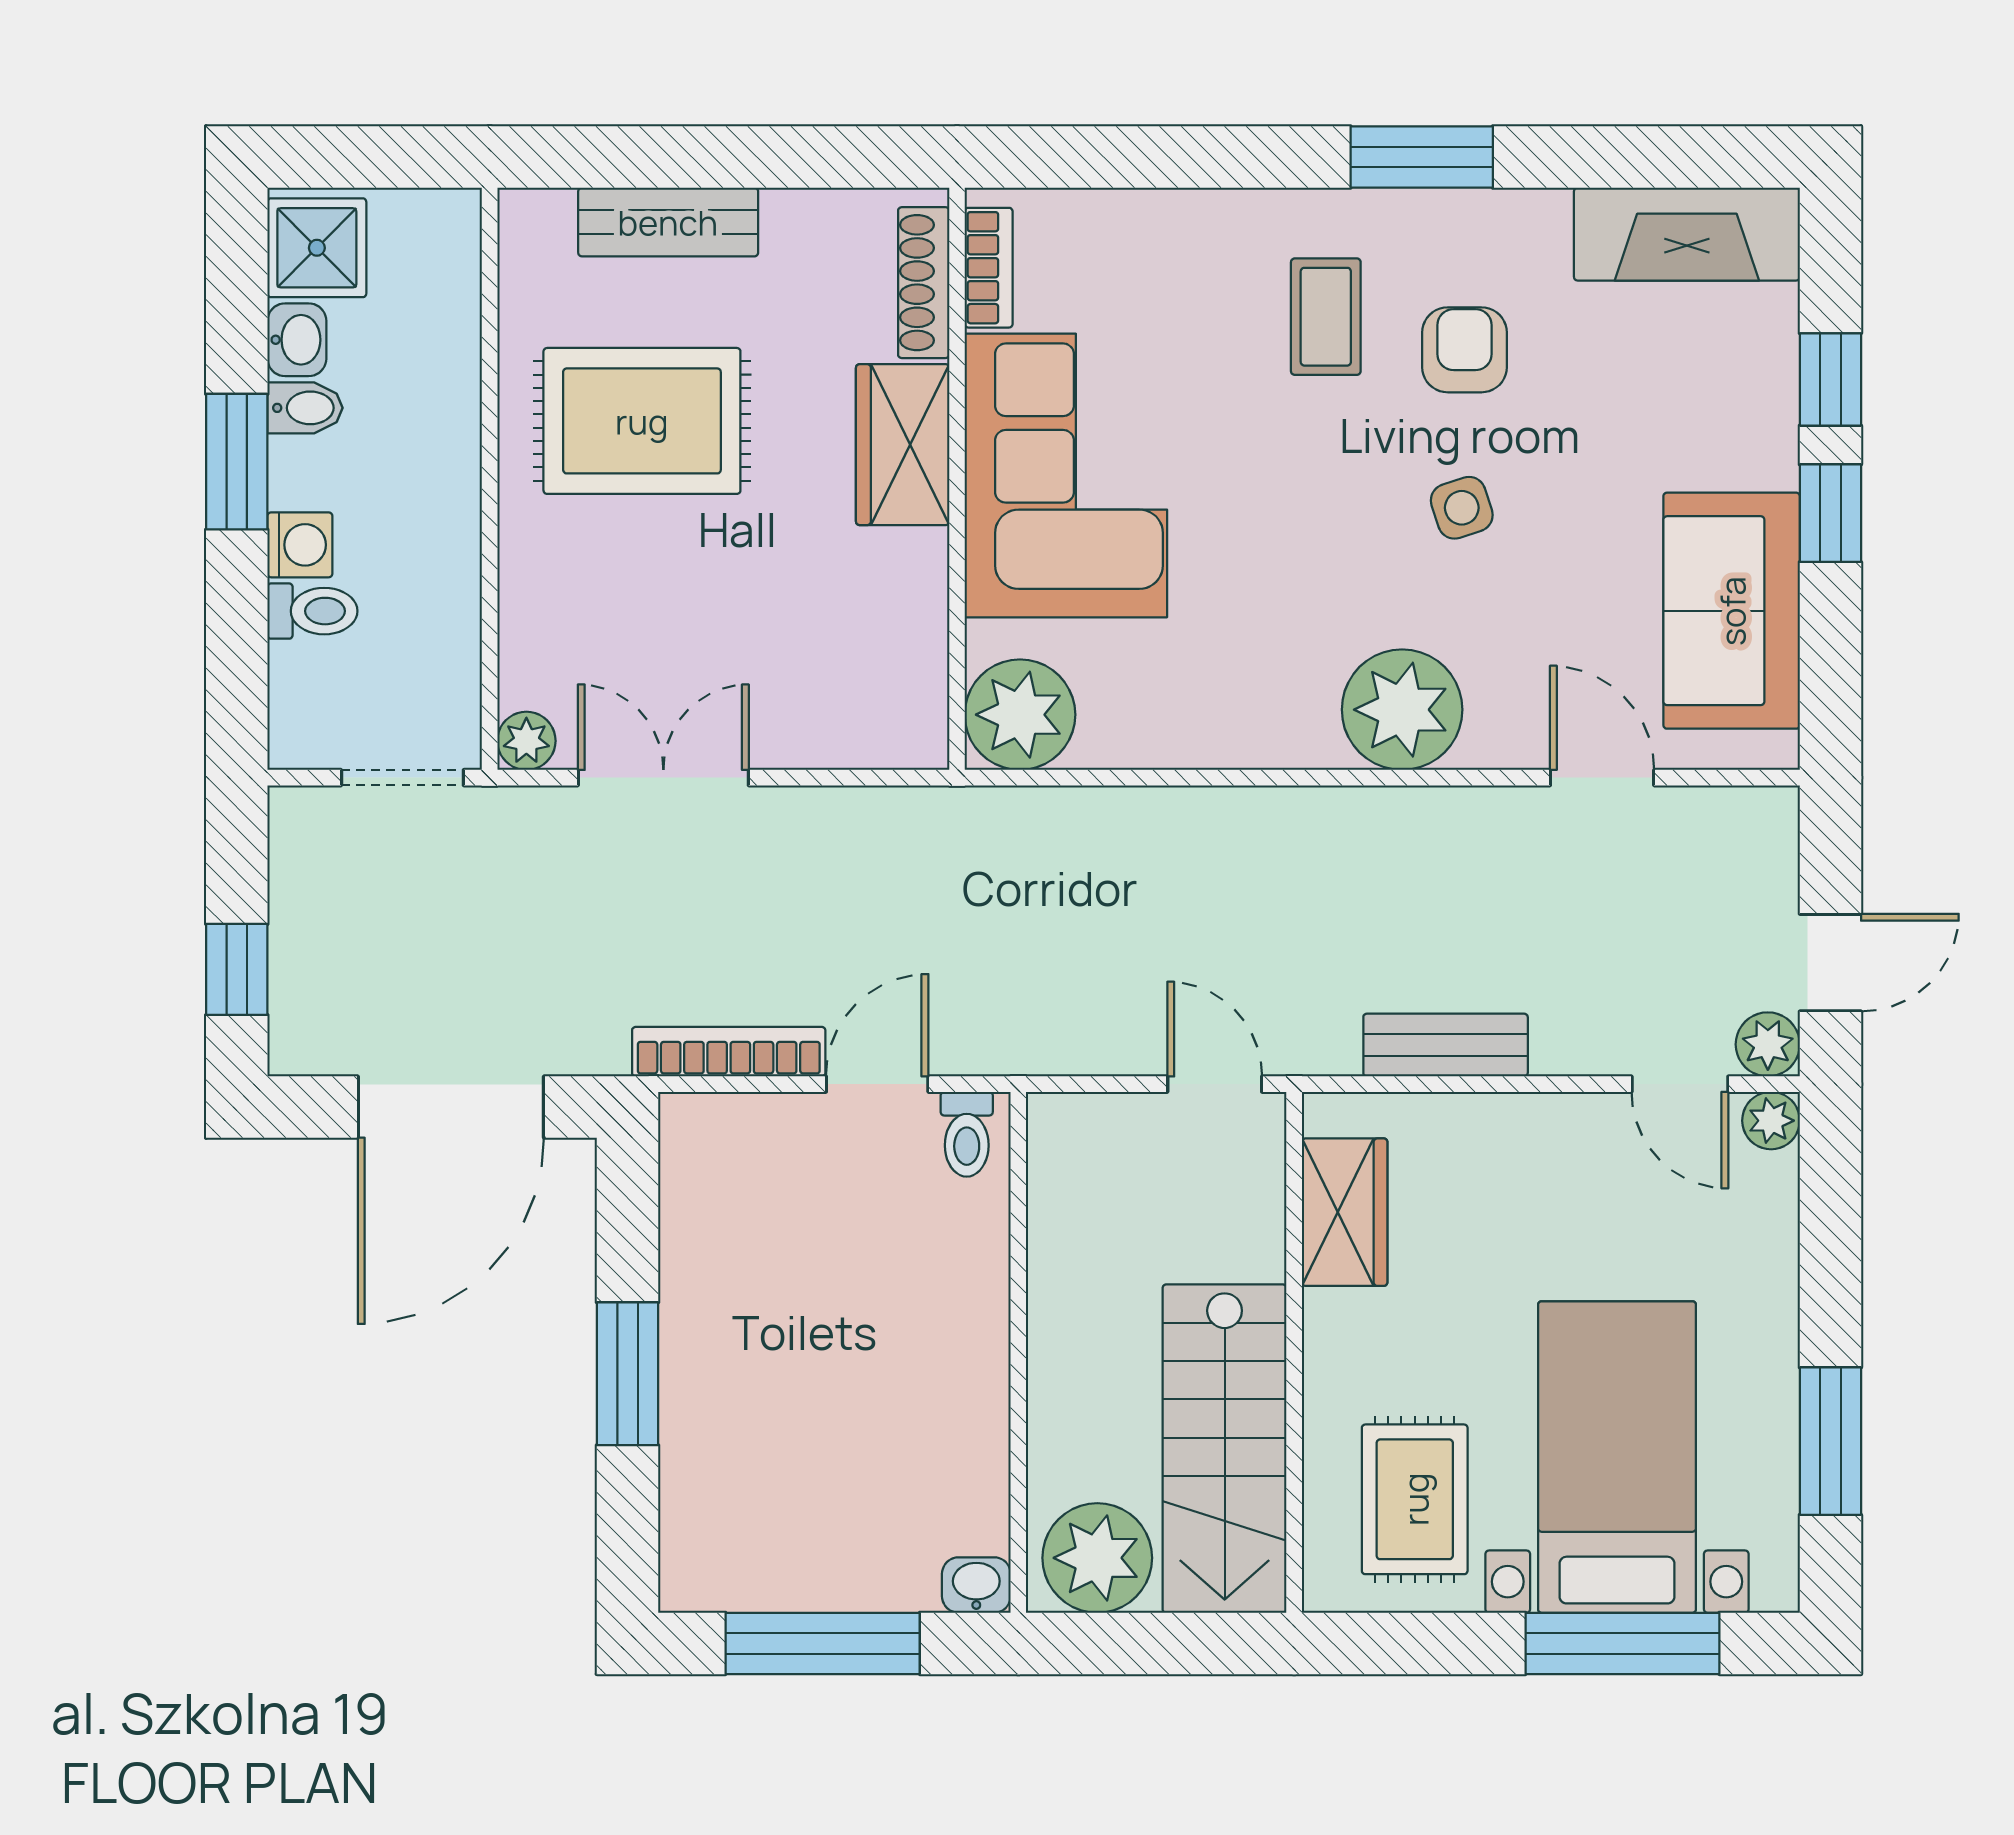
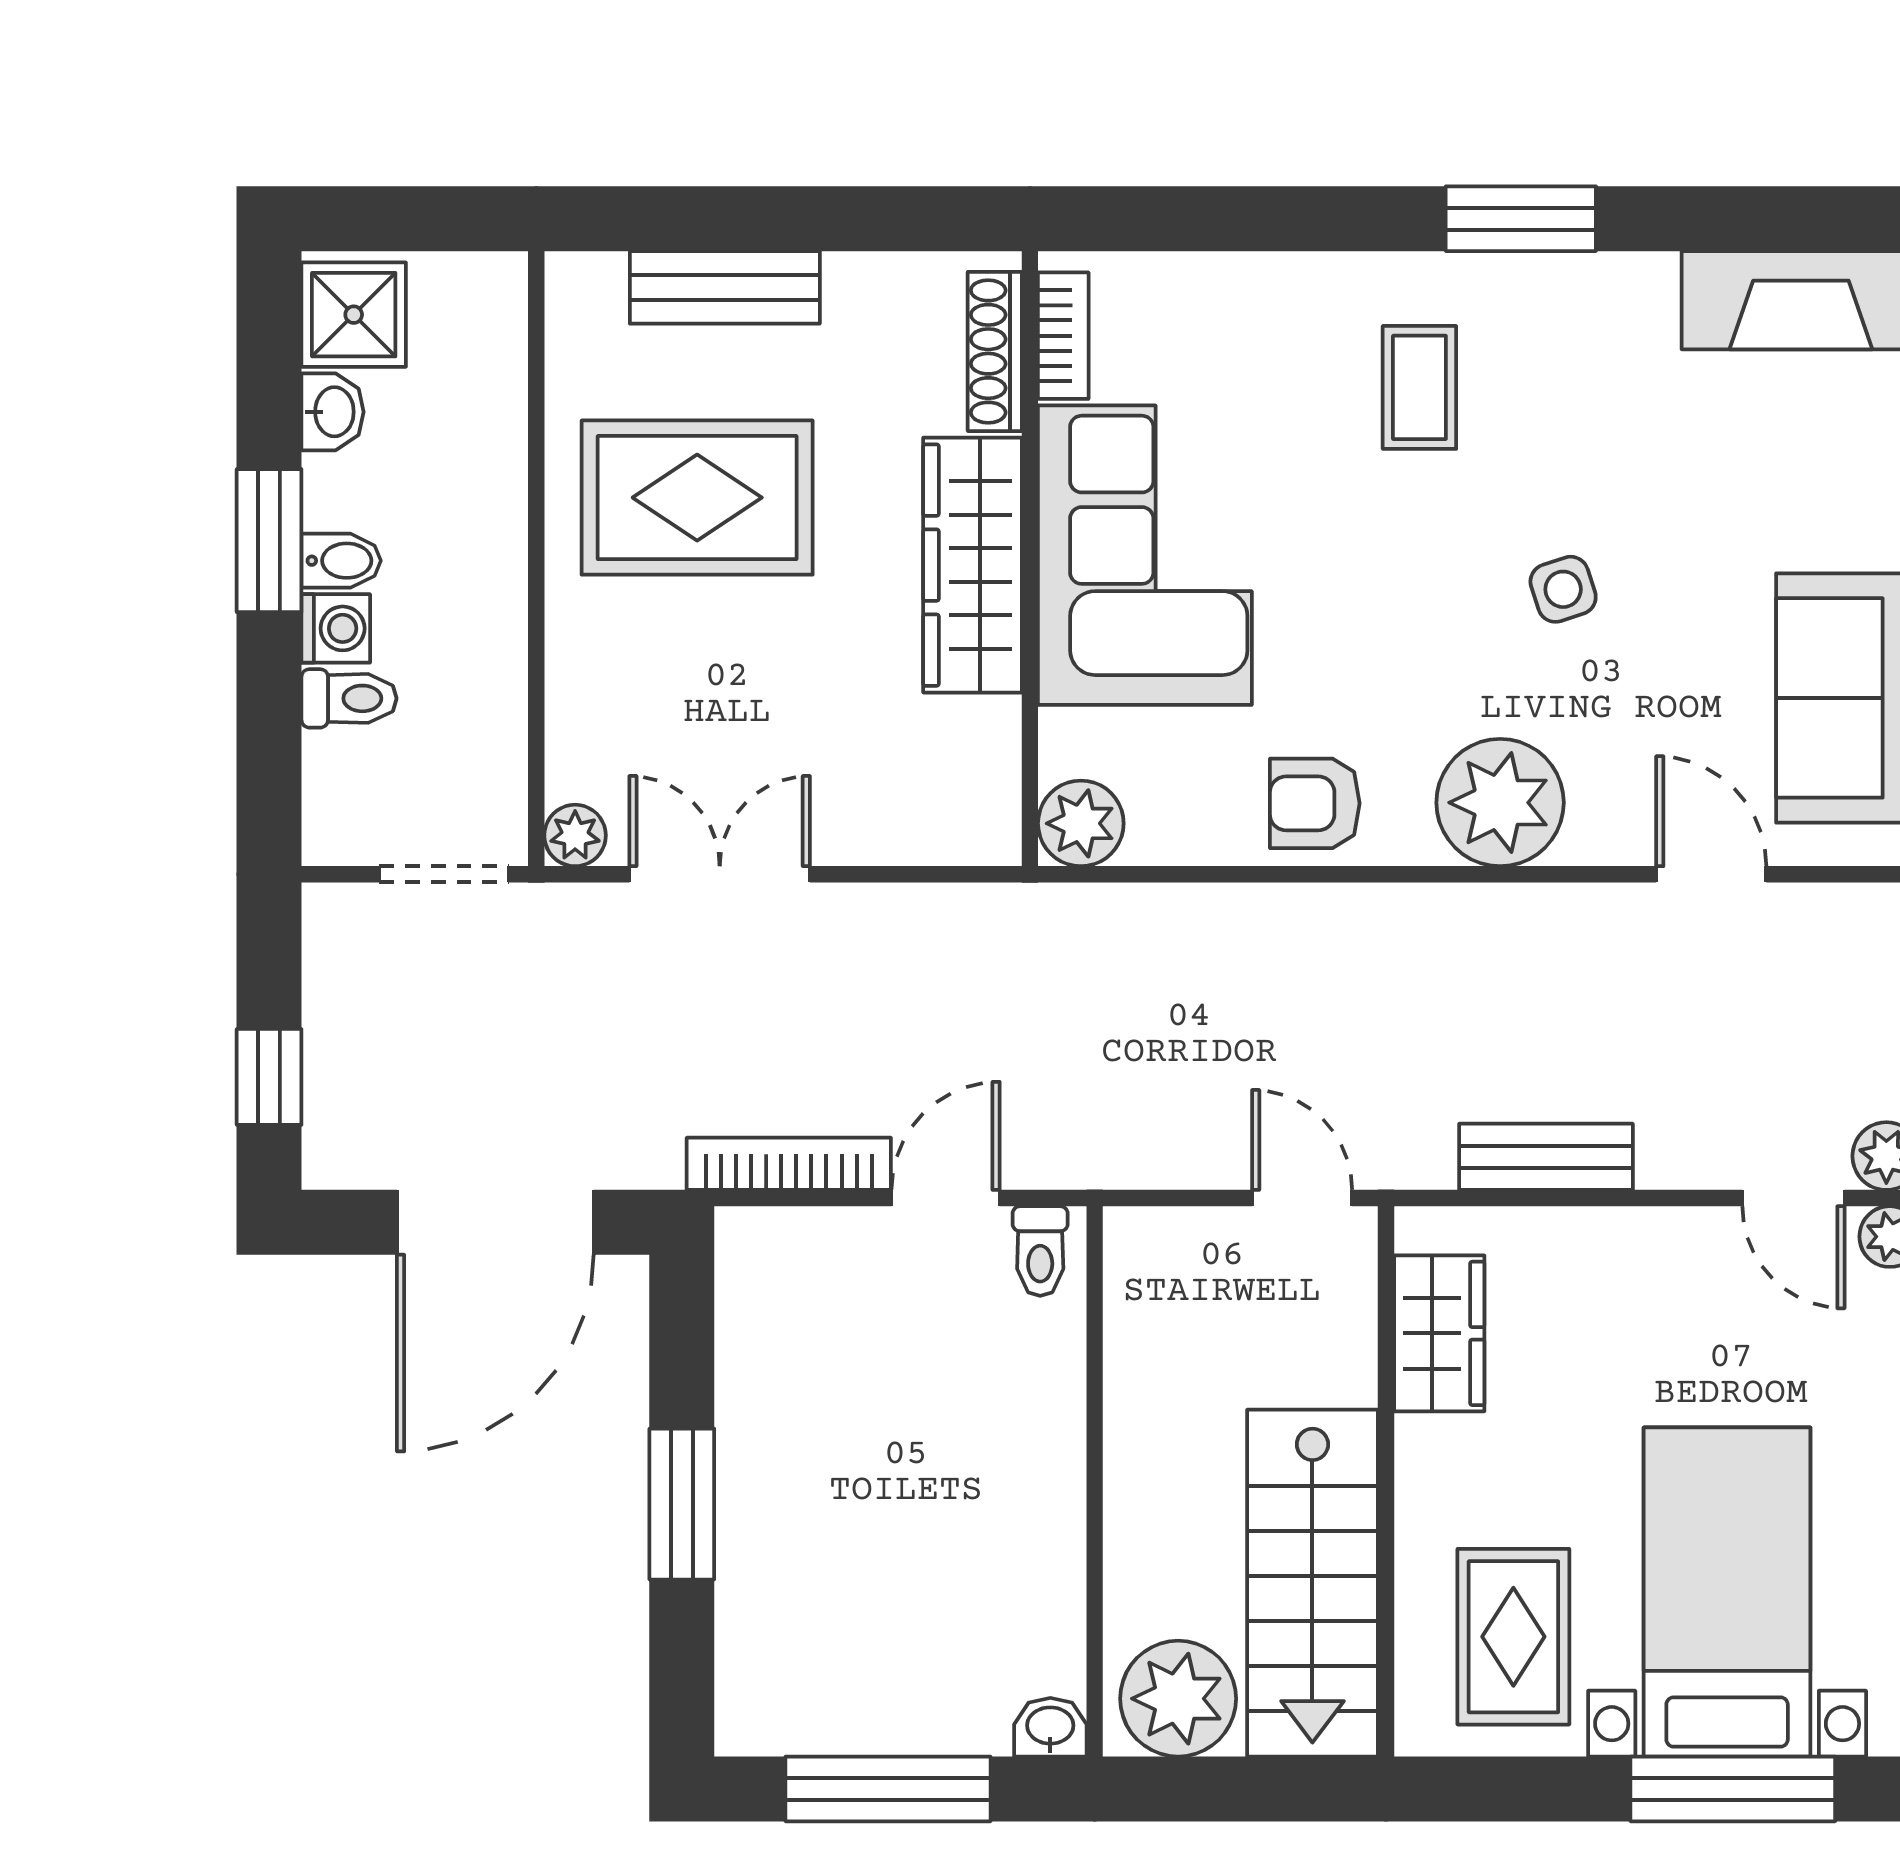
armchair: (1465, 350) -> (1315, 803), moved, turned -90
bidet: (305, 408) -> (341, 561), moved
wardrobe: (903, 445) -> (972, 565), width x1.50
plant: (1020, 715) -> (1081, 823), width x0.73, depth x0.73

